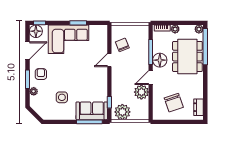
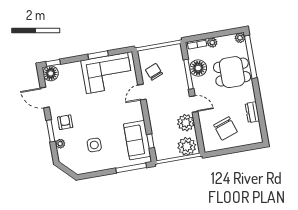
corner sofa: (68, 39) -> (107, 73), moved
door: (28, 51) -> (45, 98), swing flipped
dining table: (187, 57) -> (232, 72), width x0.73
floor lamp: (160, 60) -> (198, 68), moved
door: (151, 78) -> (194, 104), swing flipped
dresser: (199, 107) -> (252, 112), moved
sofa: (92, 111) -> (137, 140), moved, turned -90
plant: (122, 112) -> (187, 146), moved

